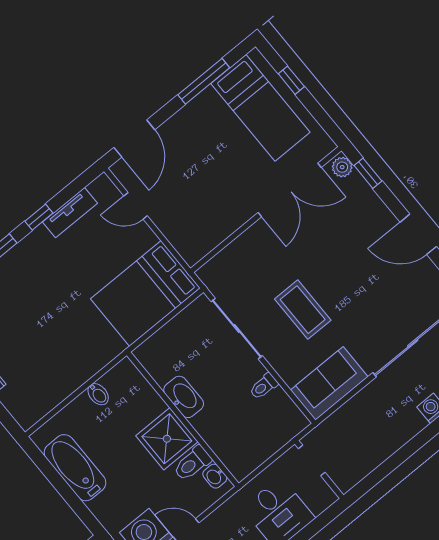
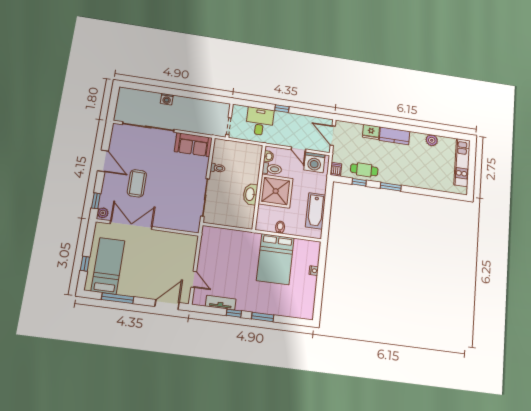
bed: (145, 293) -> (275, 259), moved, turned 90
coffee table: (303, 310) -> (137, 183), moved
shower: (167, 439) -> (276, 191), width x1.37, depth x1.37

